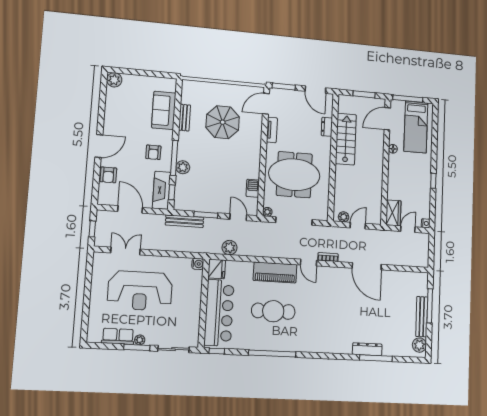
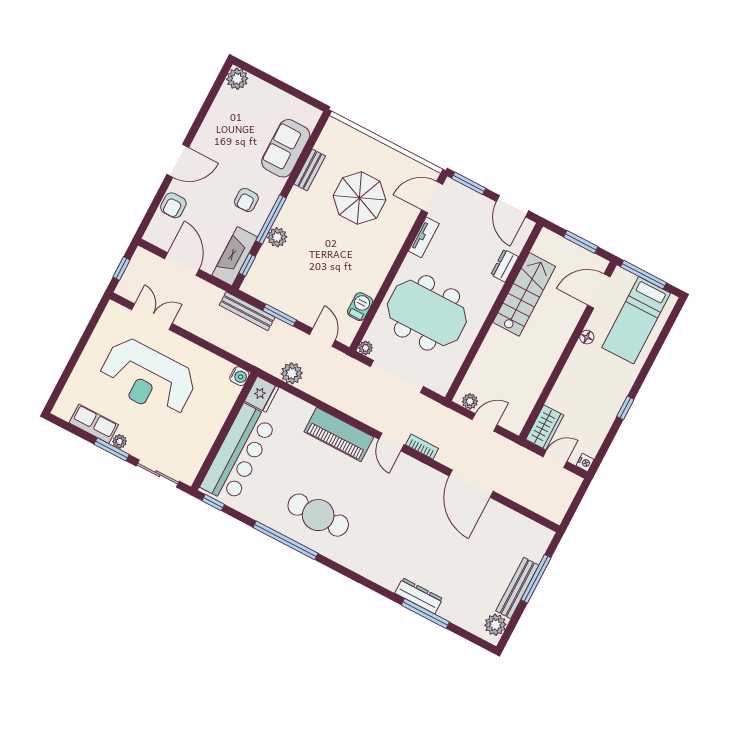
cafe table: (273, 311) -> (318, 515), moved

